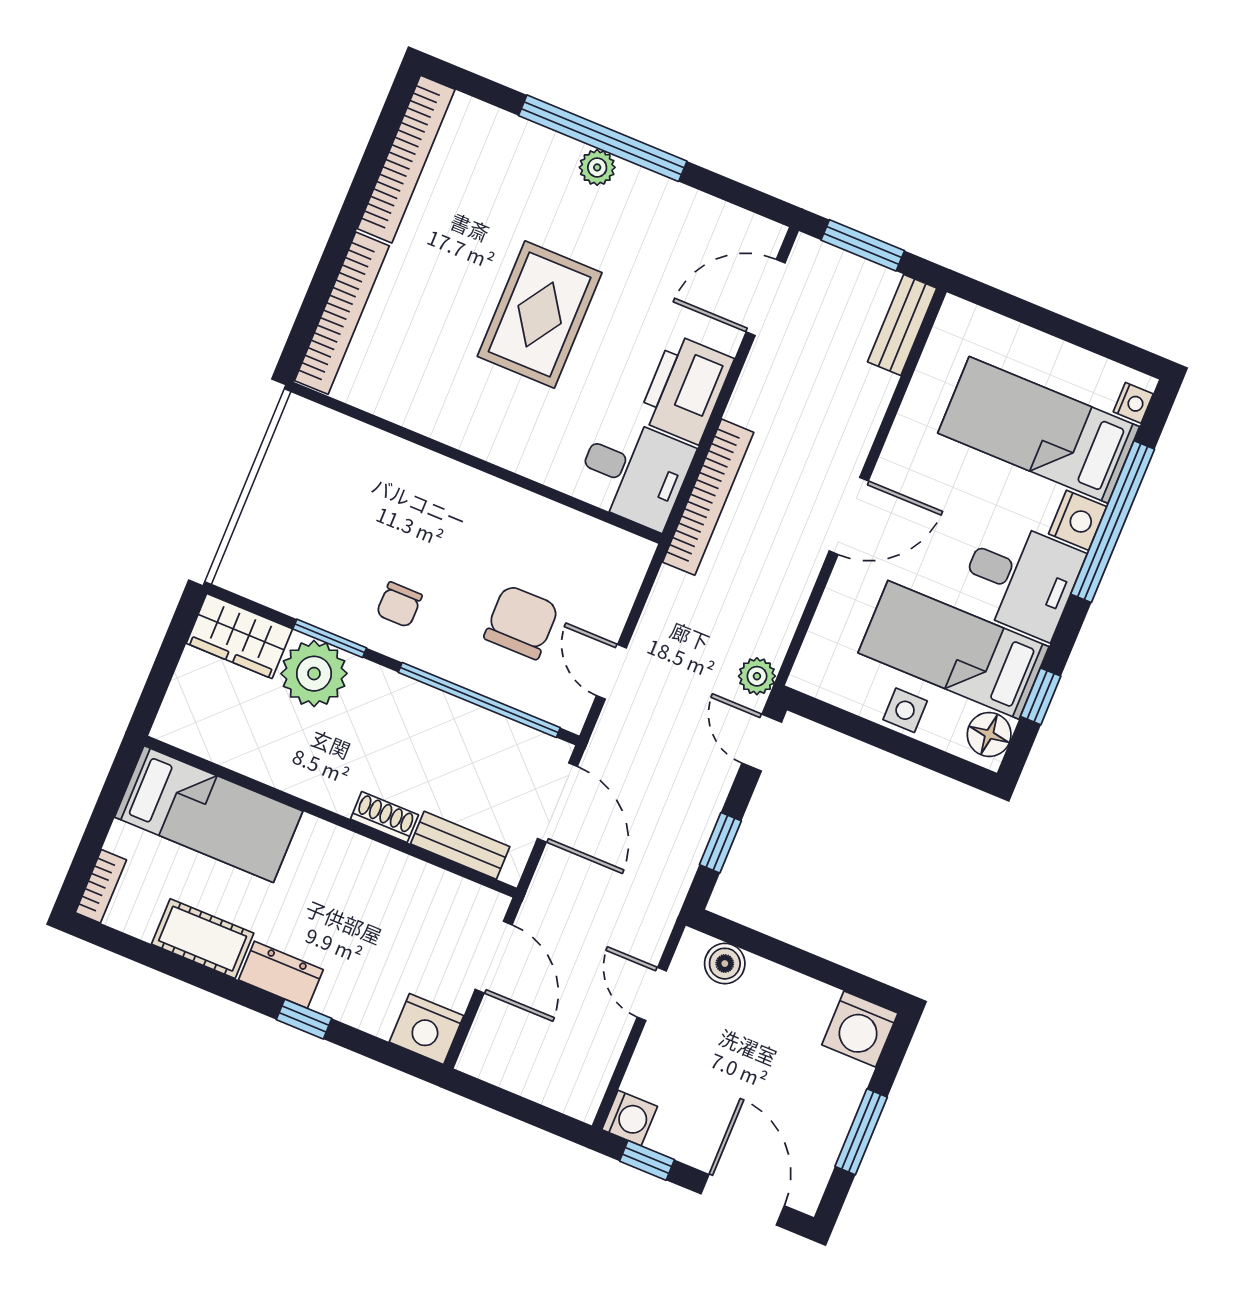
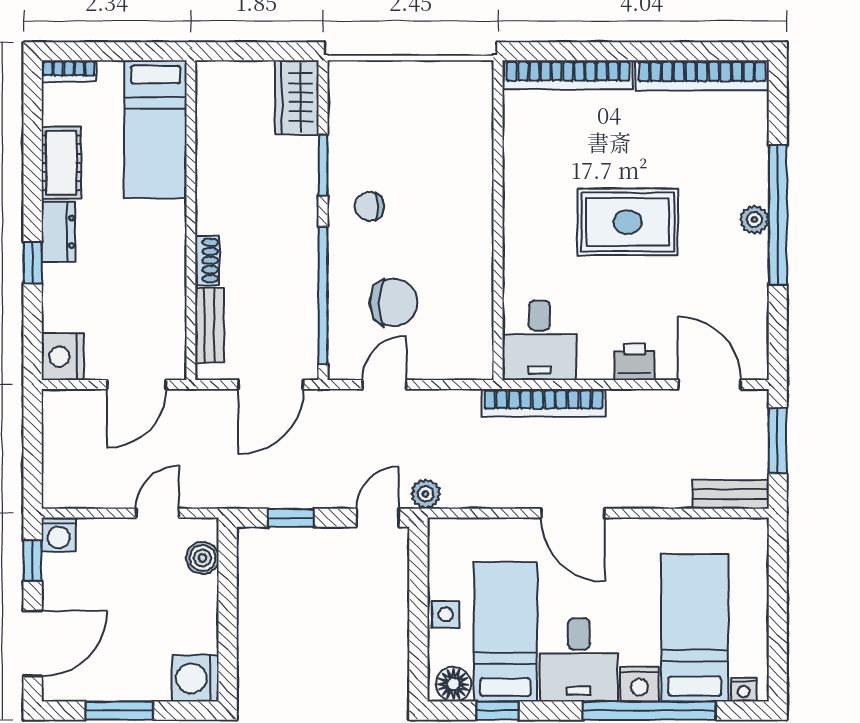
printer: (686, 389) -> (634, 362), width x0.53, depth x0.68
plant: (314, 674) -> (292, 164), removed

